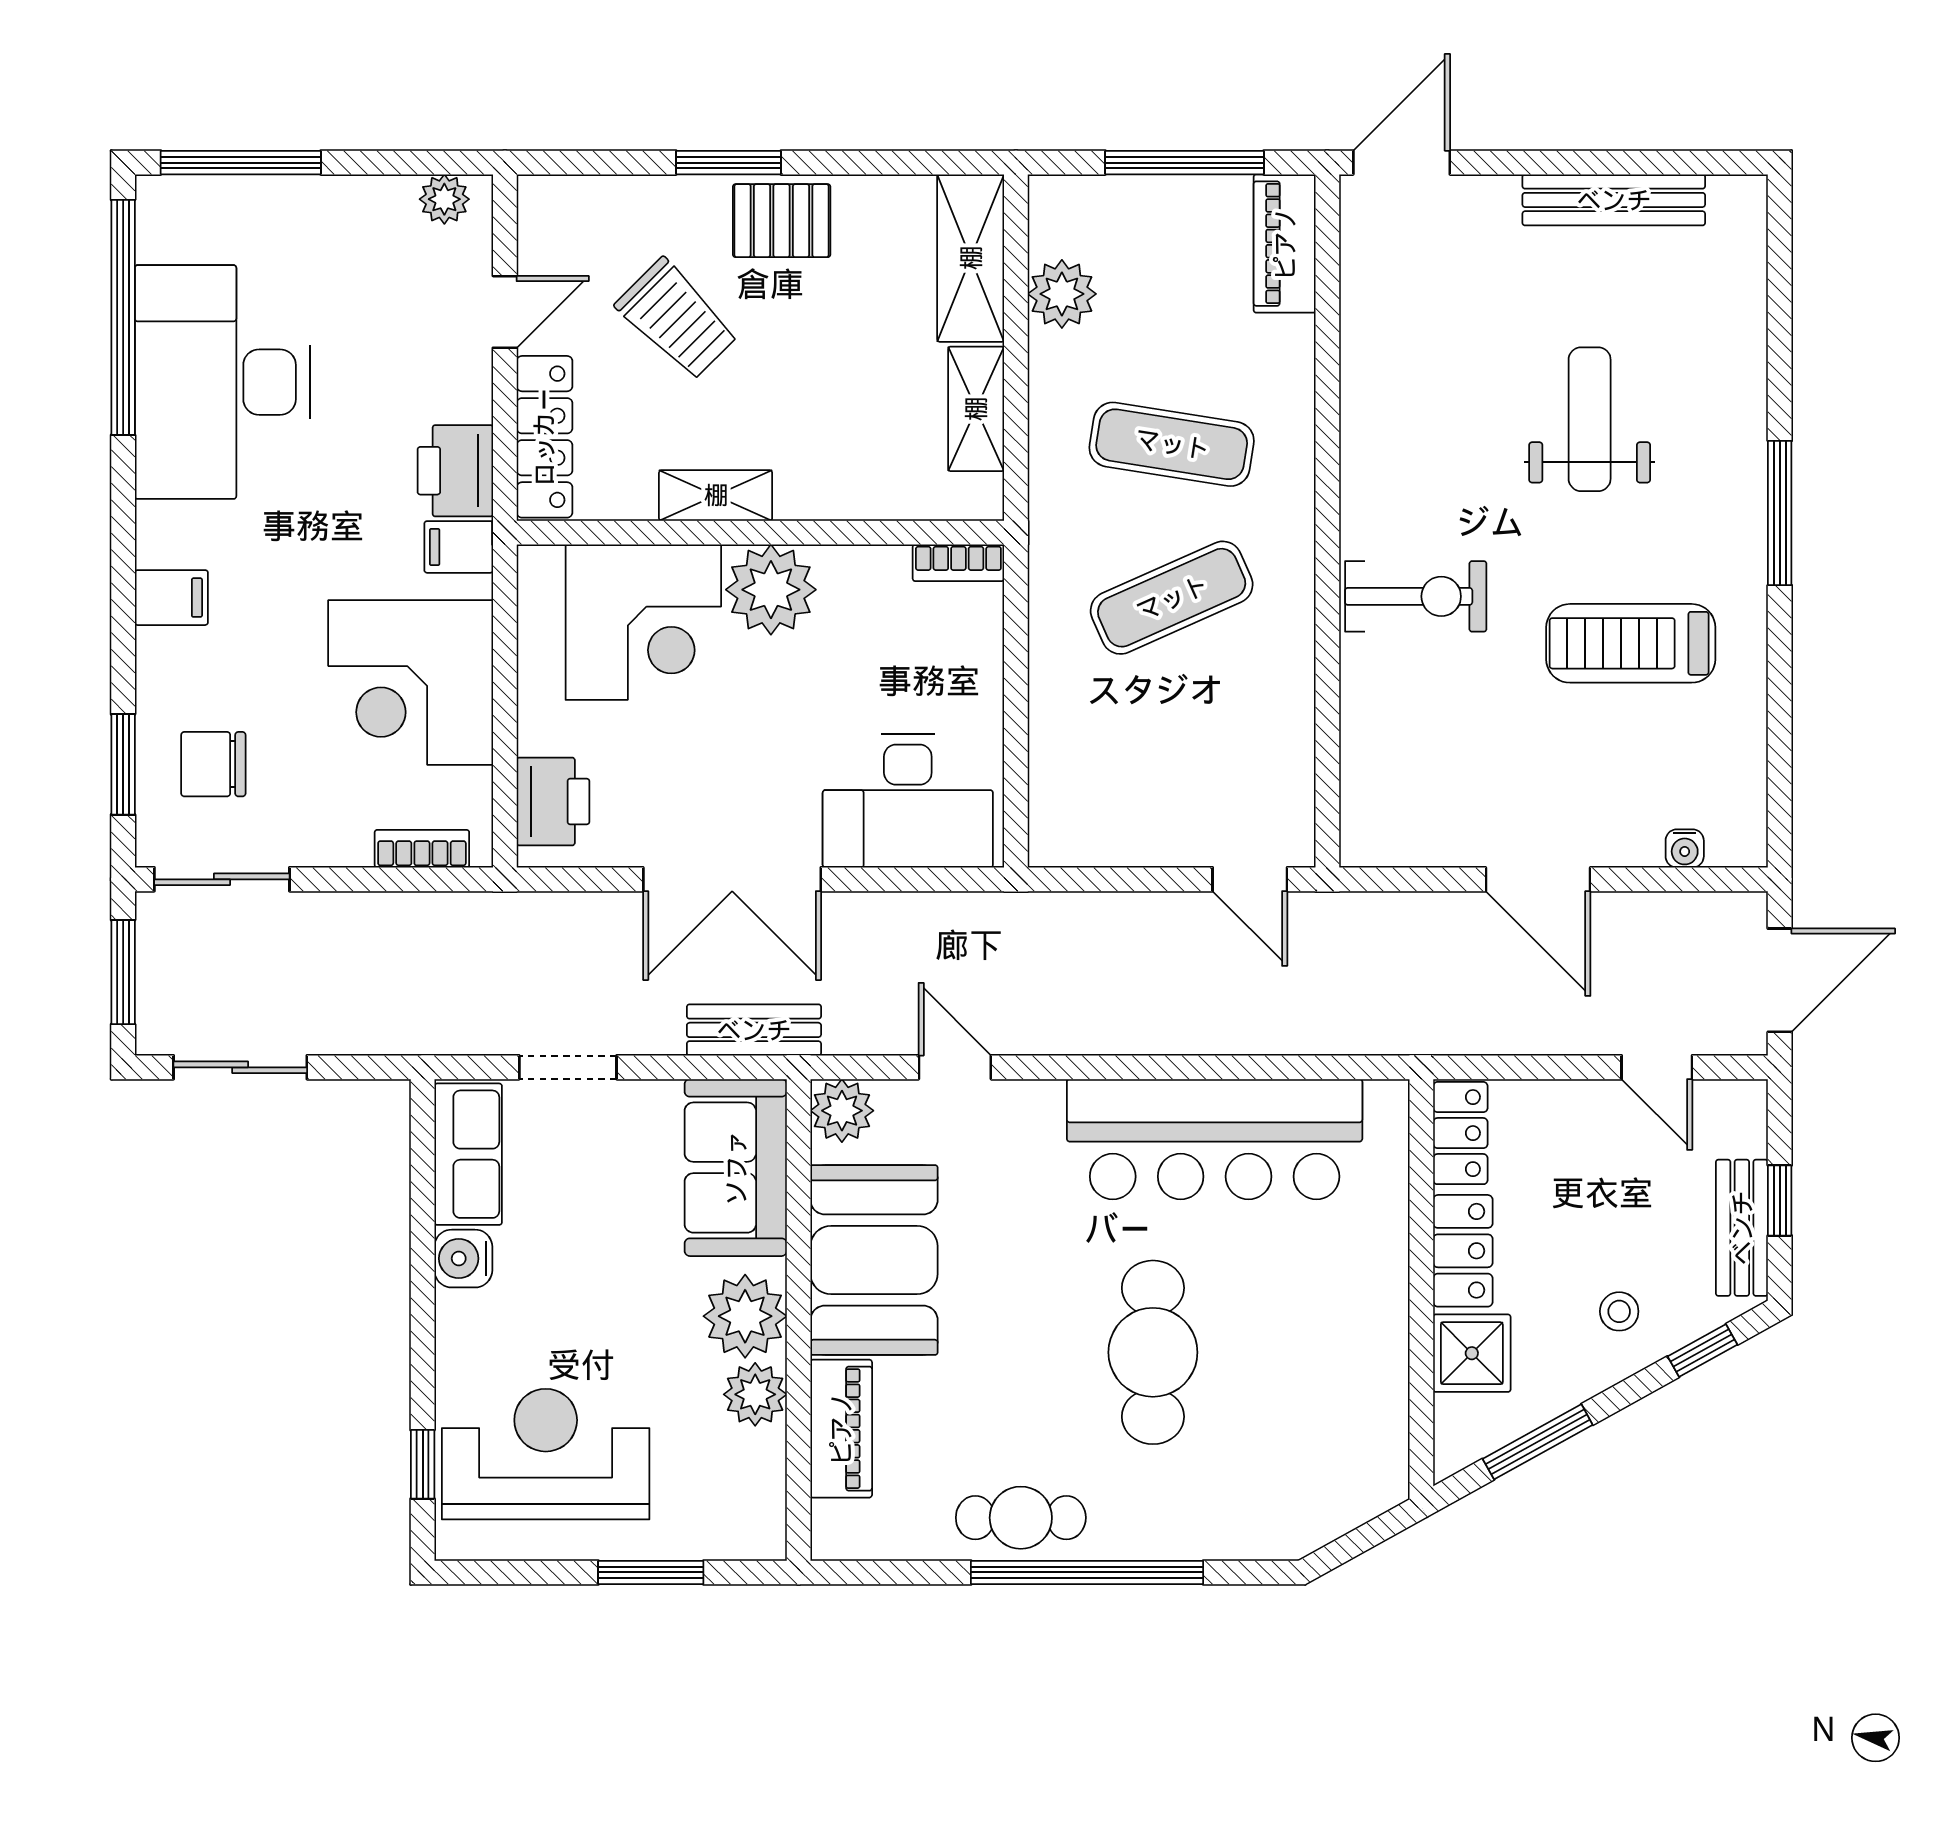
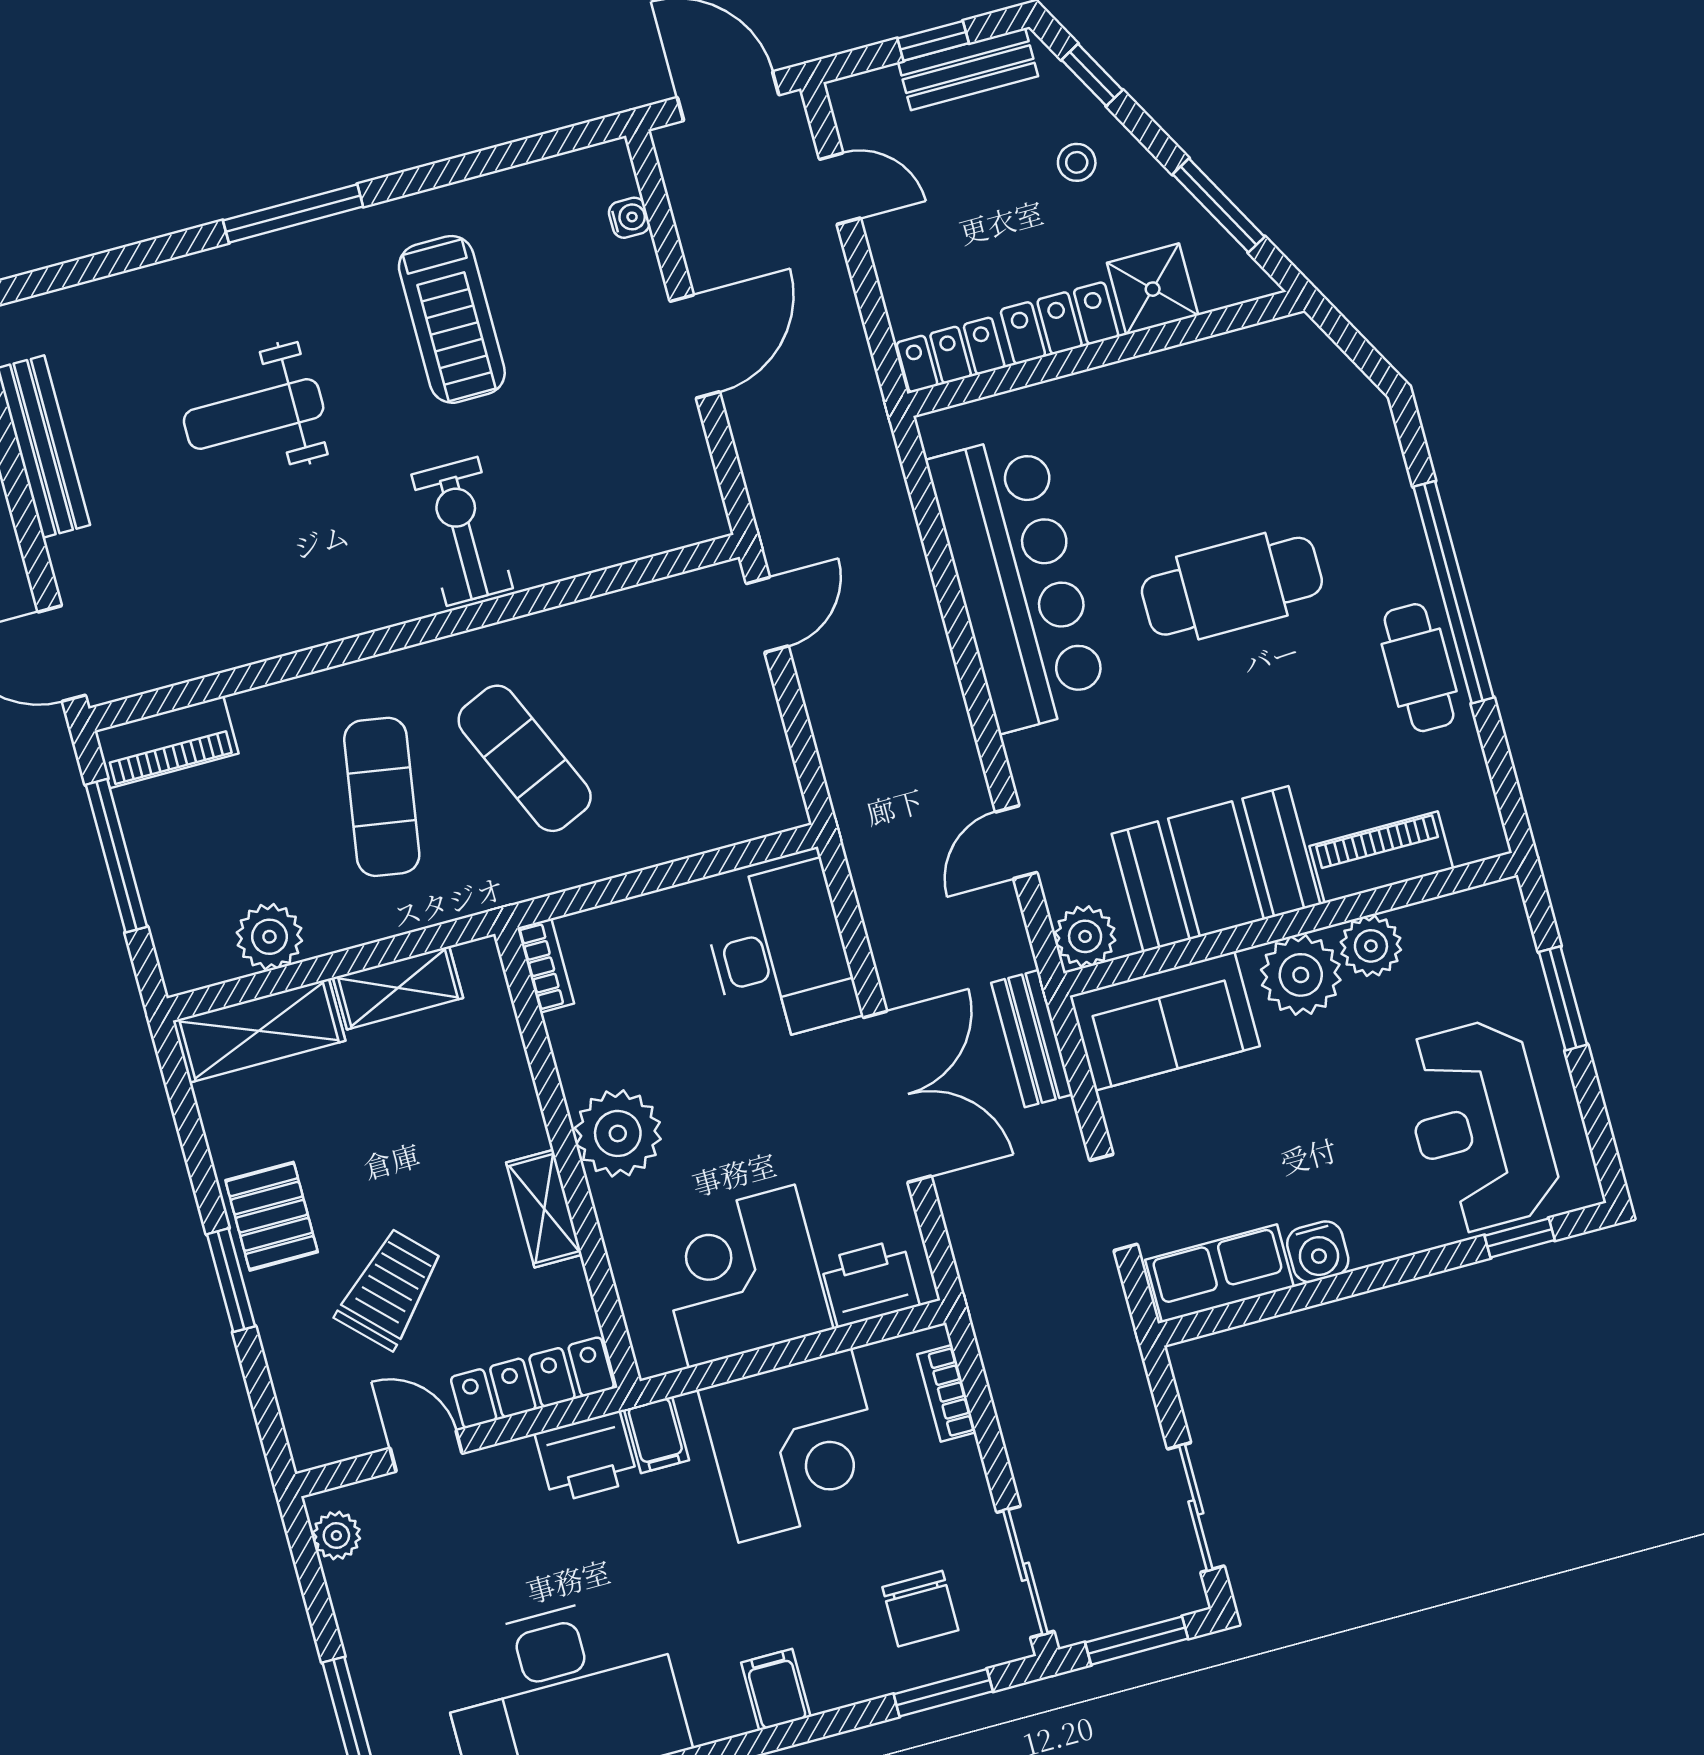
corner desk: (643, 622) -> (742, 1276), moved, turned -90
door: (1657, 1067) -> (840, 189), hinge flipped

